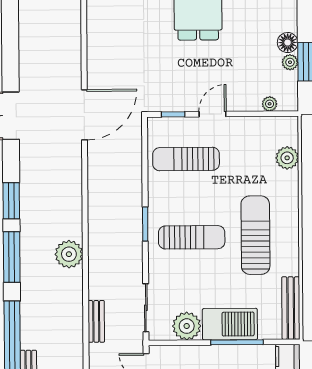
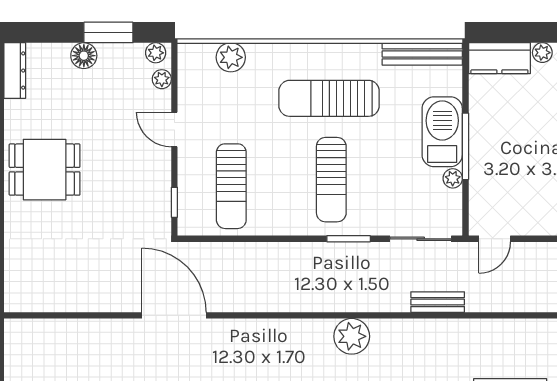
plant: (290, 62) -> (156, 53), moved
door: (212, 114) -> (174, 129), moved
window: (145, 224) -> (349, 239), moved
sun lounger: (192, 237) -> (331, 180), turned 180
plant: (187, 326) -> (453, 178), width x0.53, depth x0.53
window: (237, 342) -> (465, 146), moved

